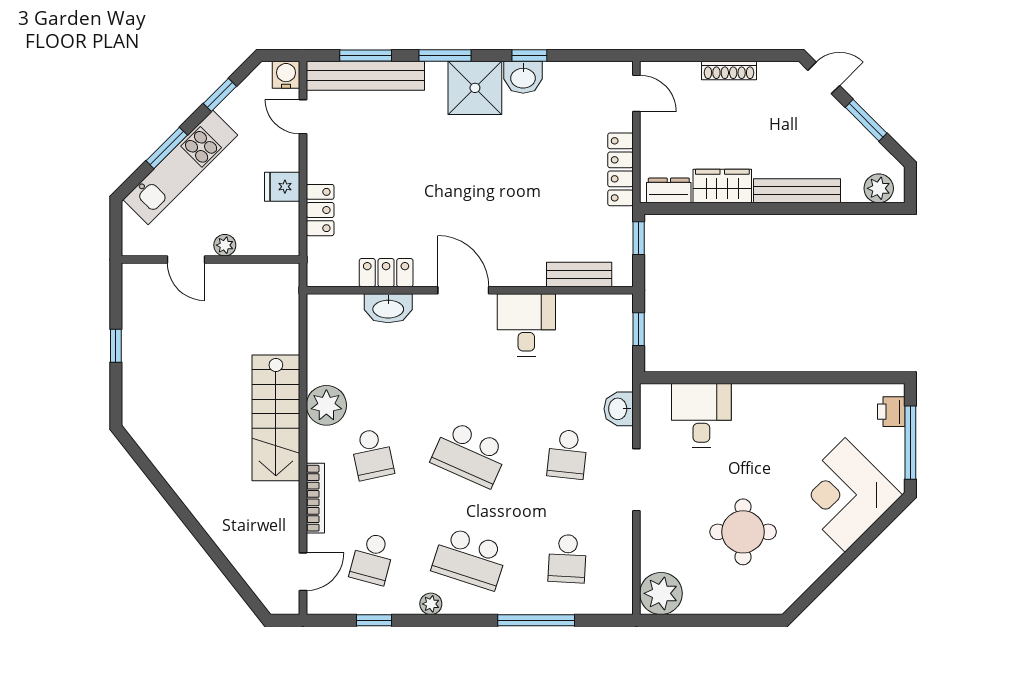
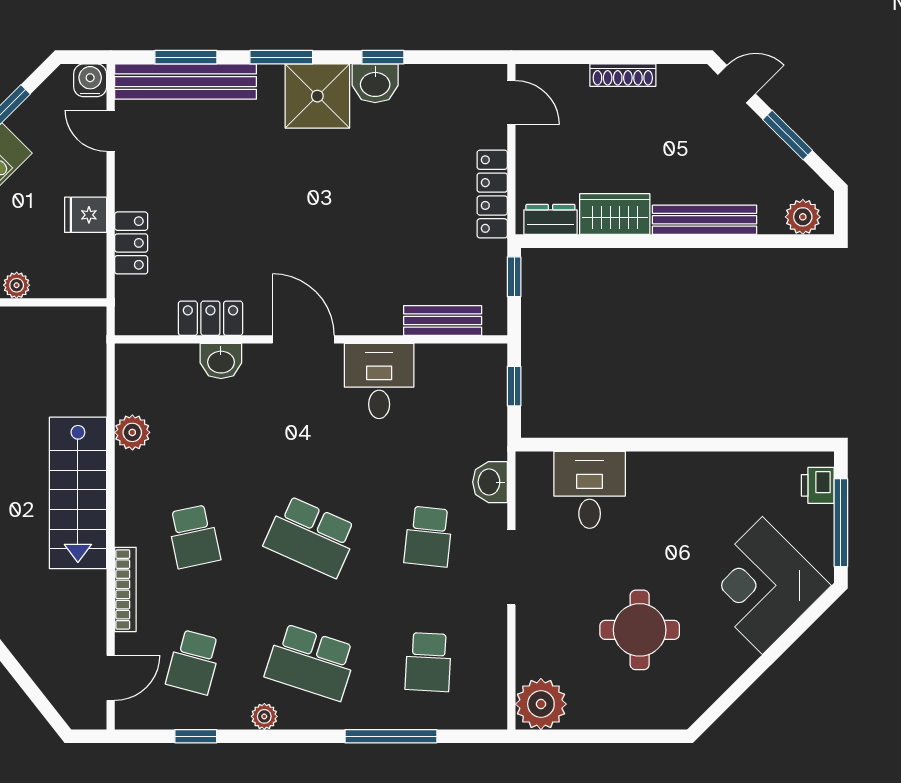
washbasin: (388, 308) -> (221, 361), width x0.72
plant: (326, 405) -> (132, 432), moved, width x0.73, depth x0.73

